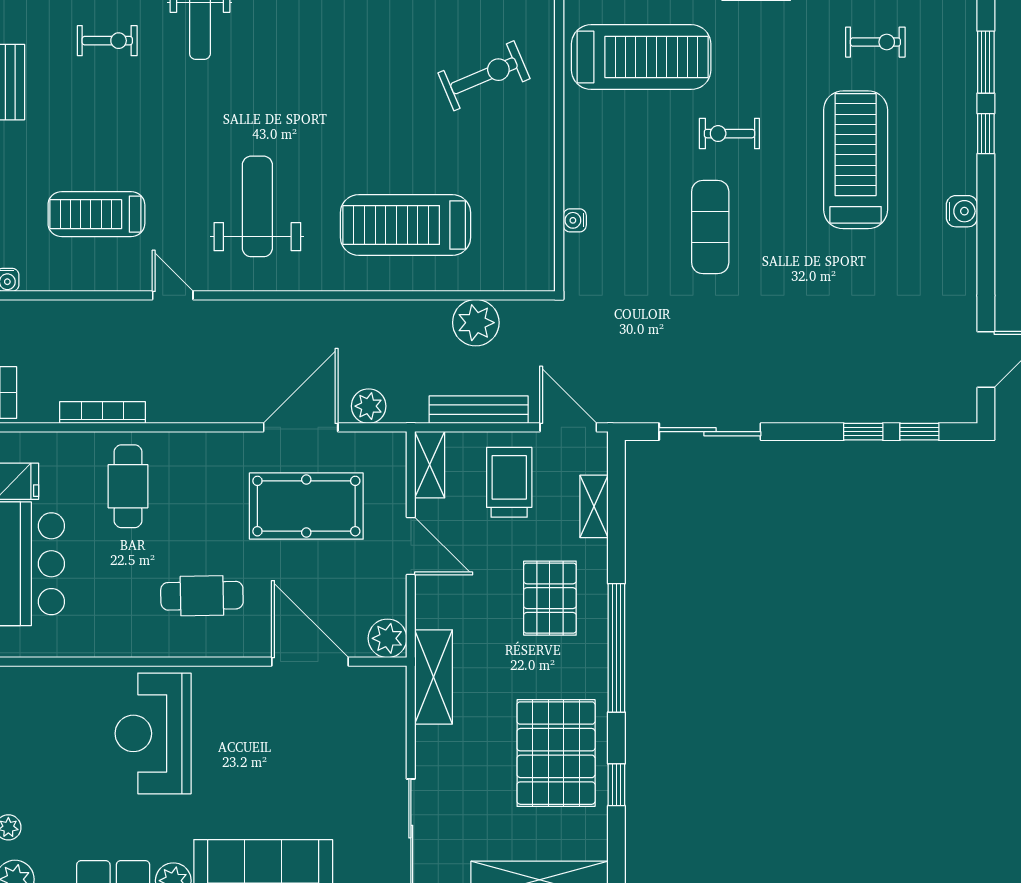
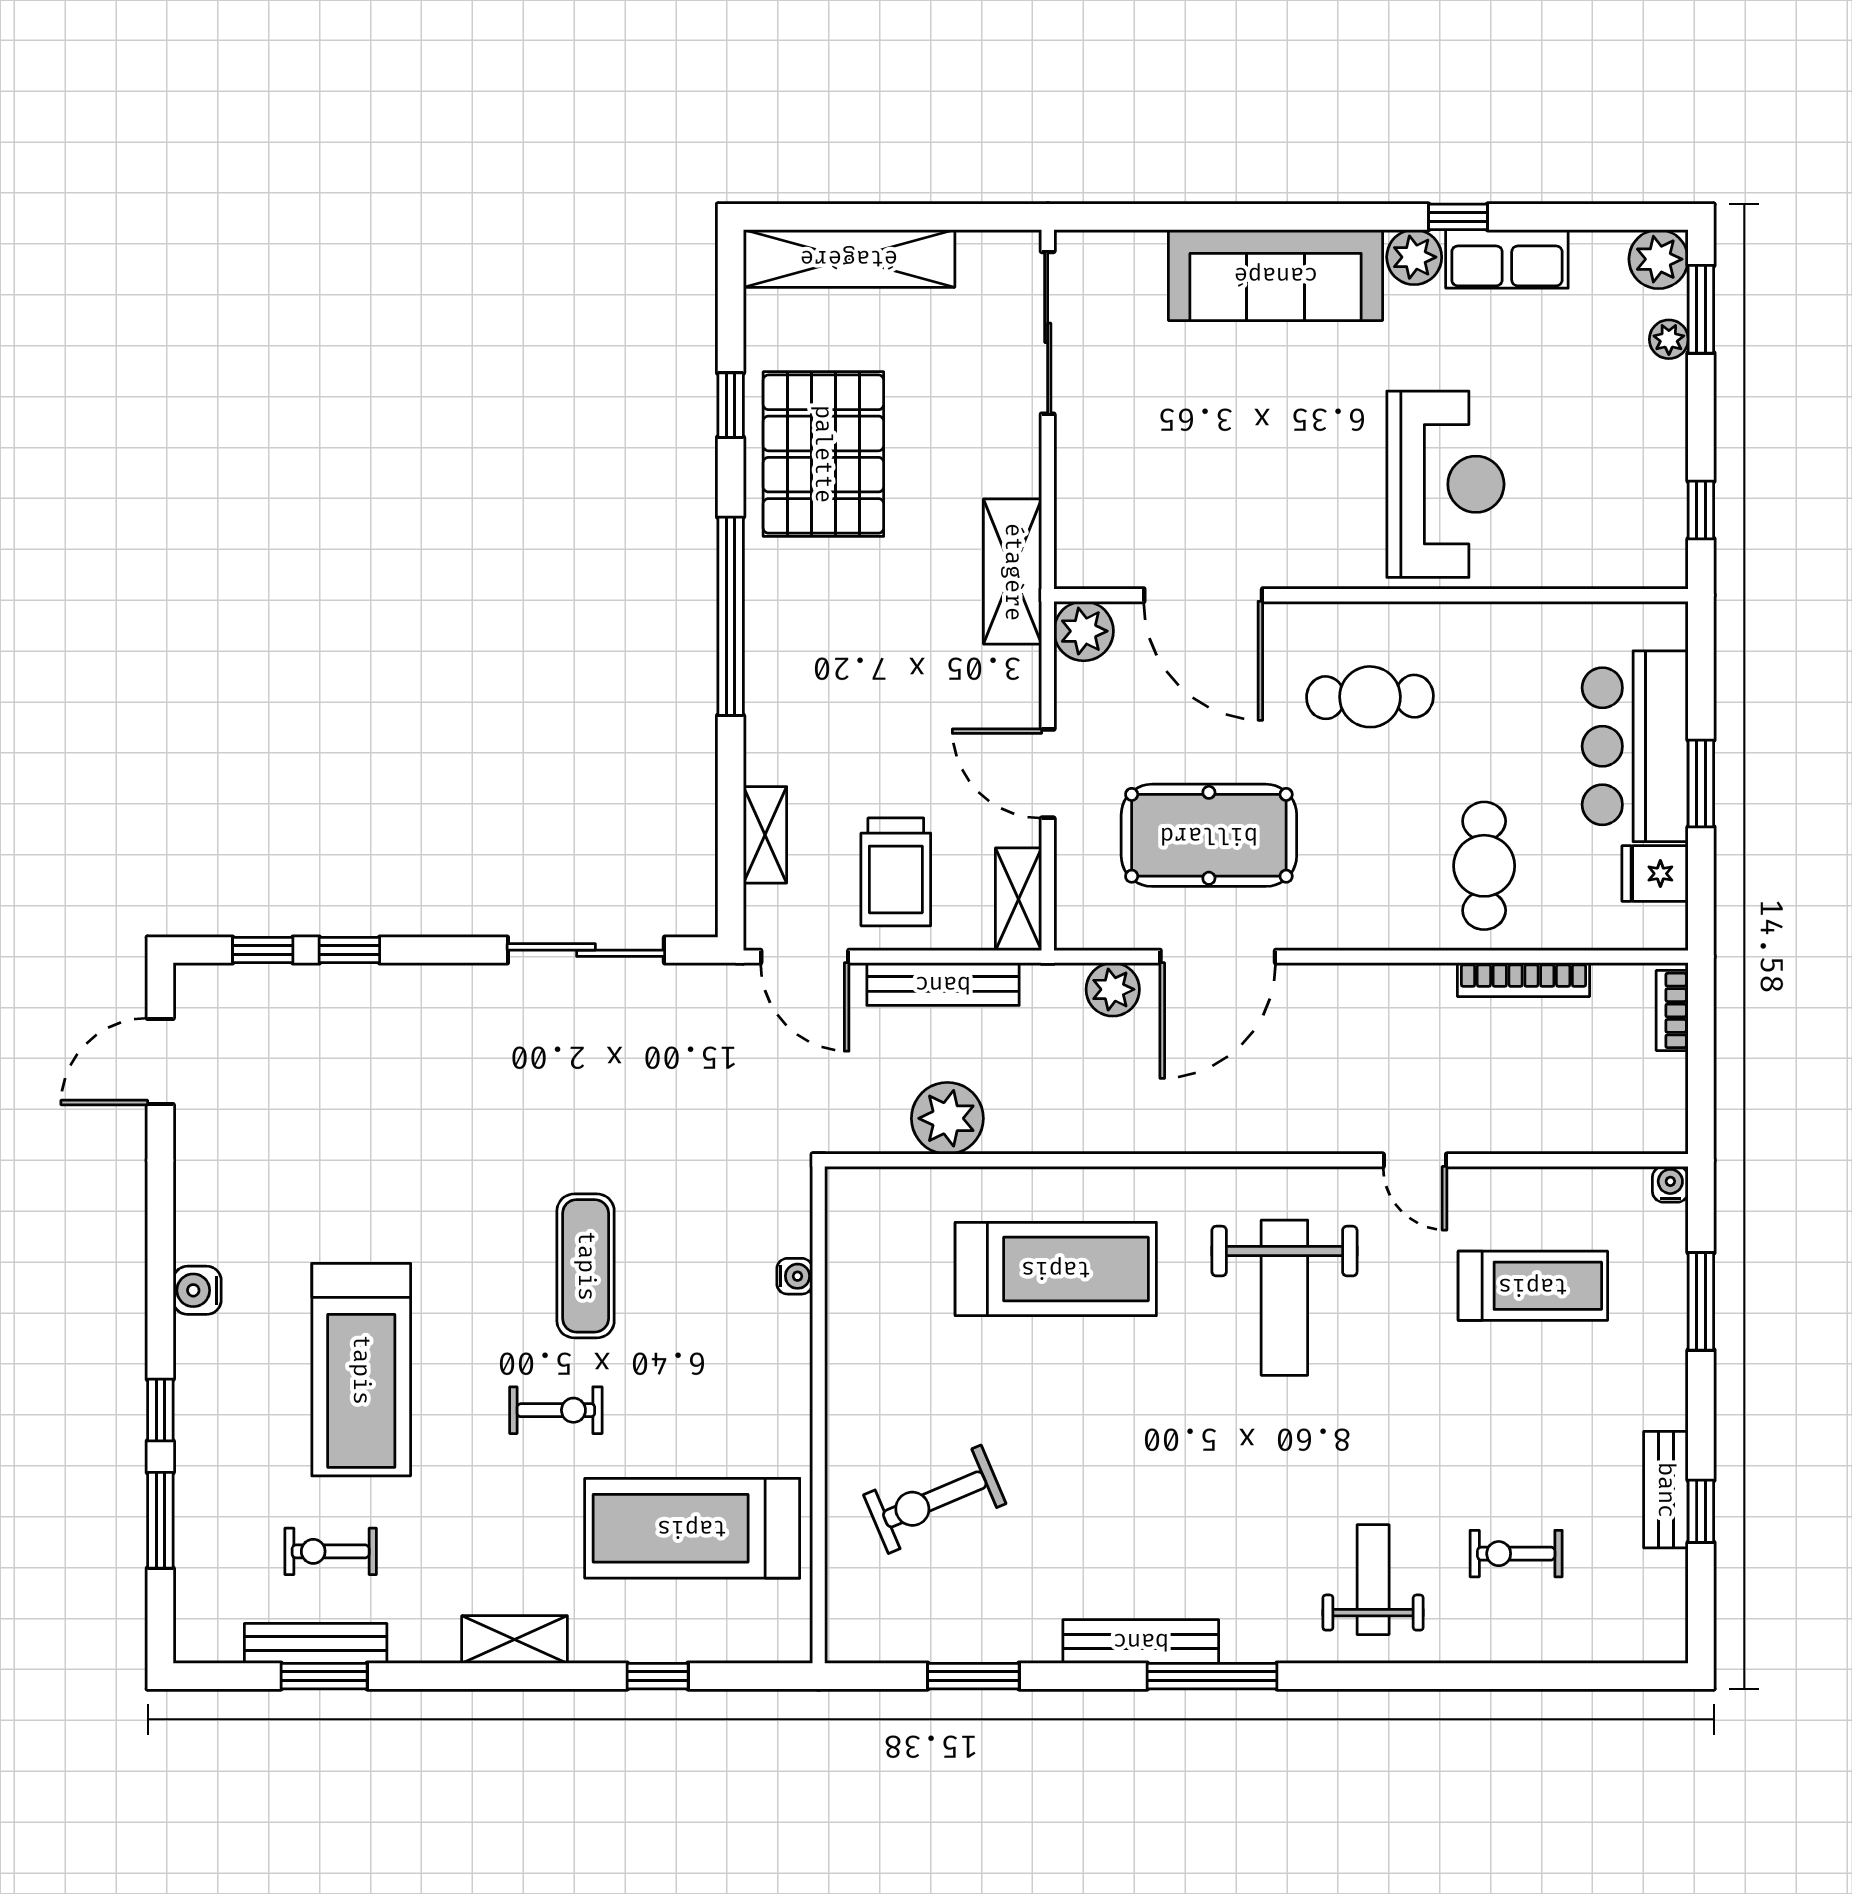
pallet: (550, 598) -> (833, 693), removed

